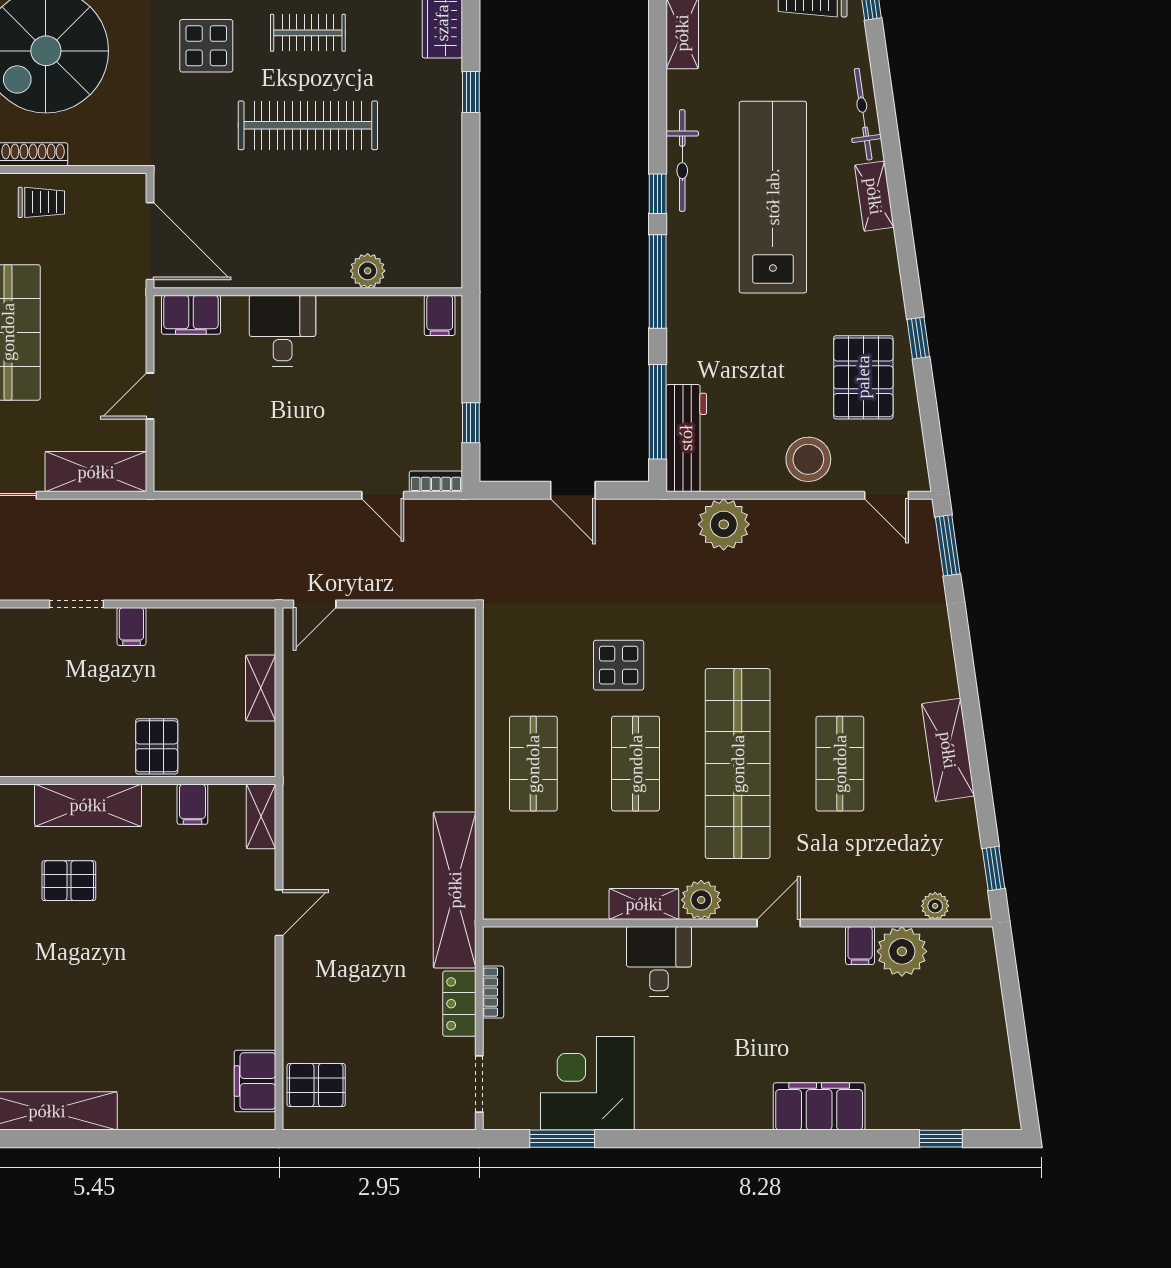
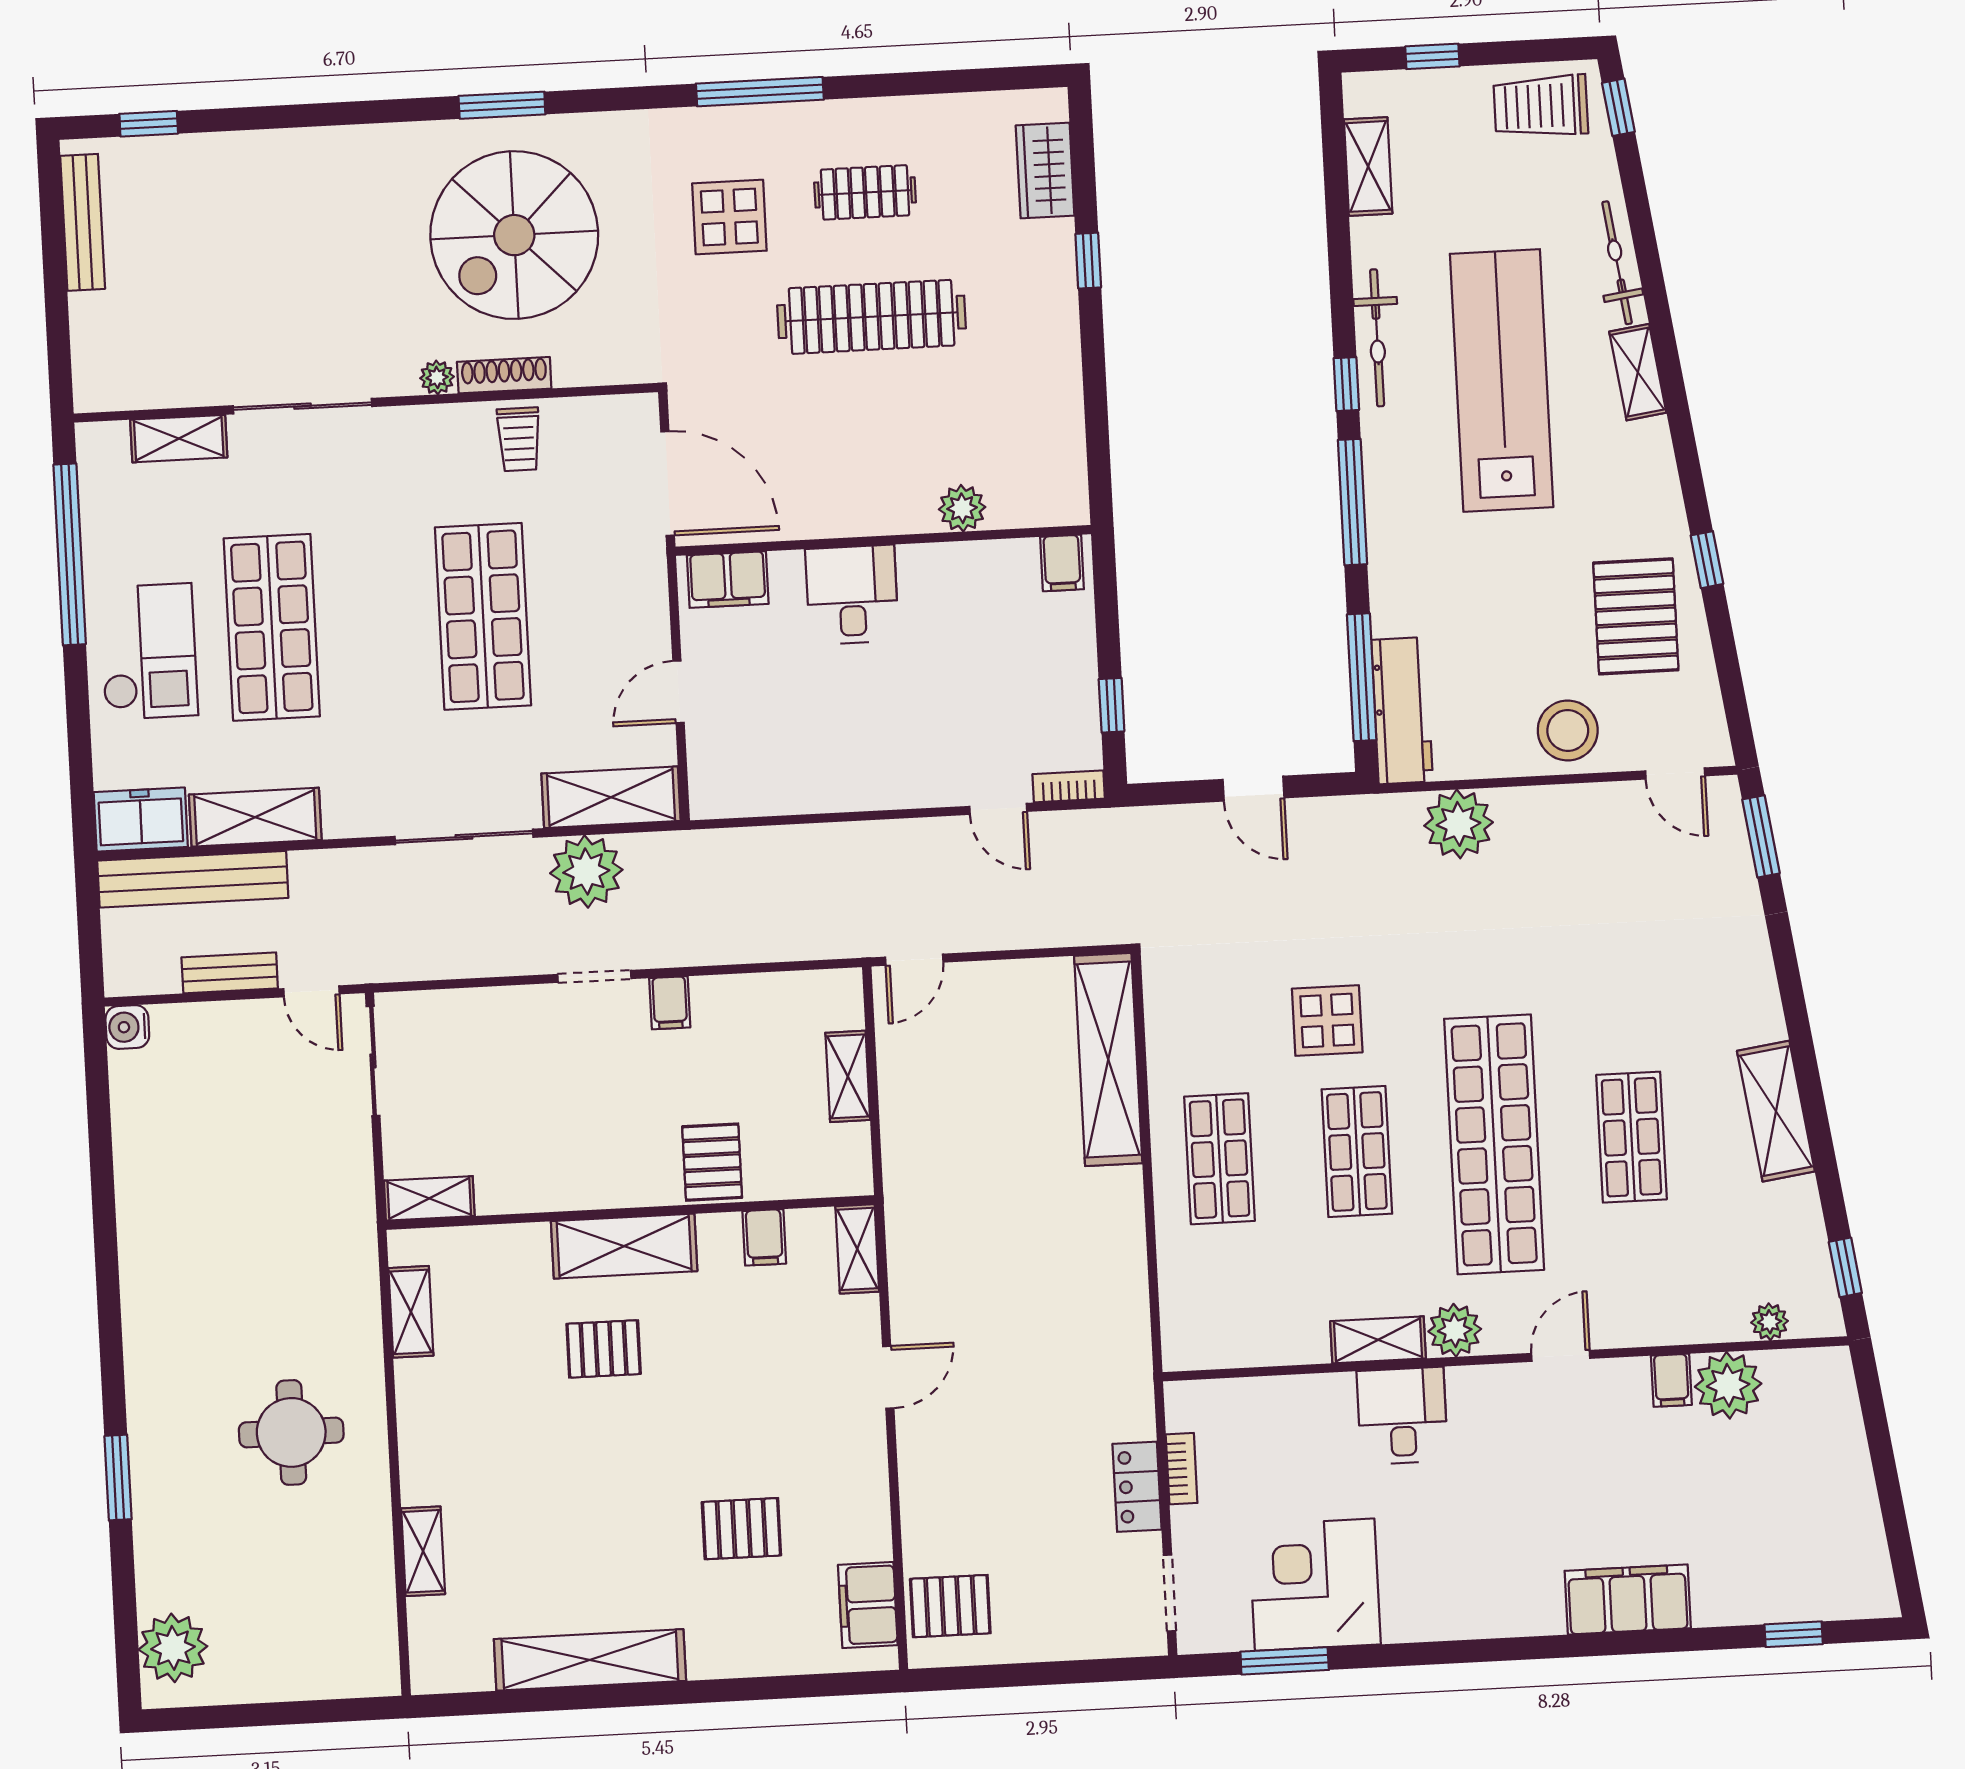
trolley: (41, 202) -> (519, 439), turned 90
plant: (75, 526) -> (586, 871), added
shelving: (455, 890) -> (1108, 1059), moved
pallet: (164, 1019) -> (741, 1529), added

